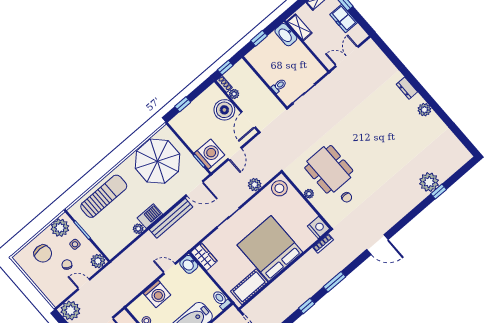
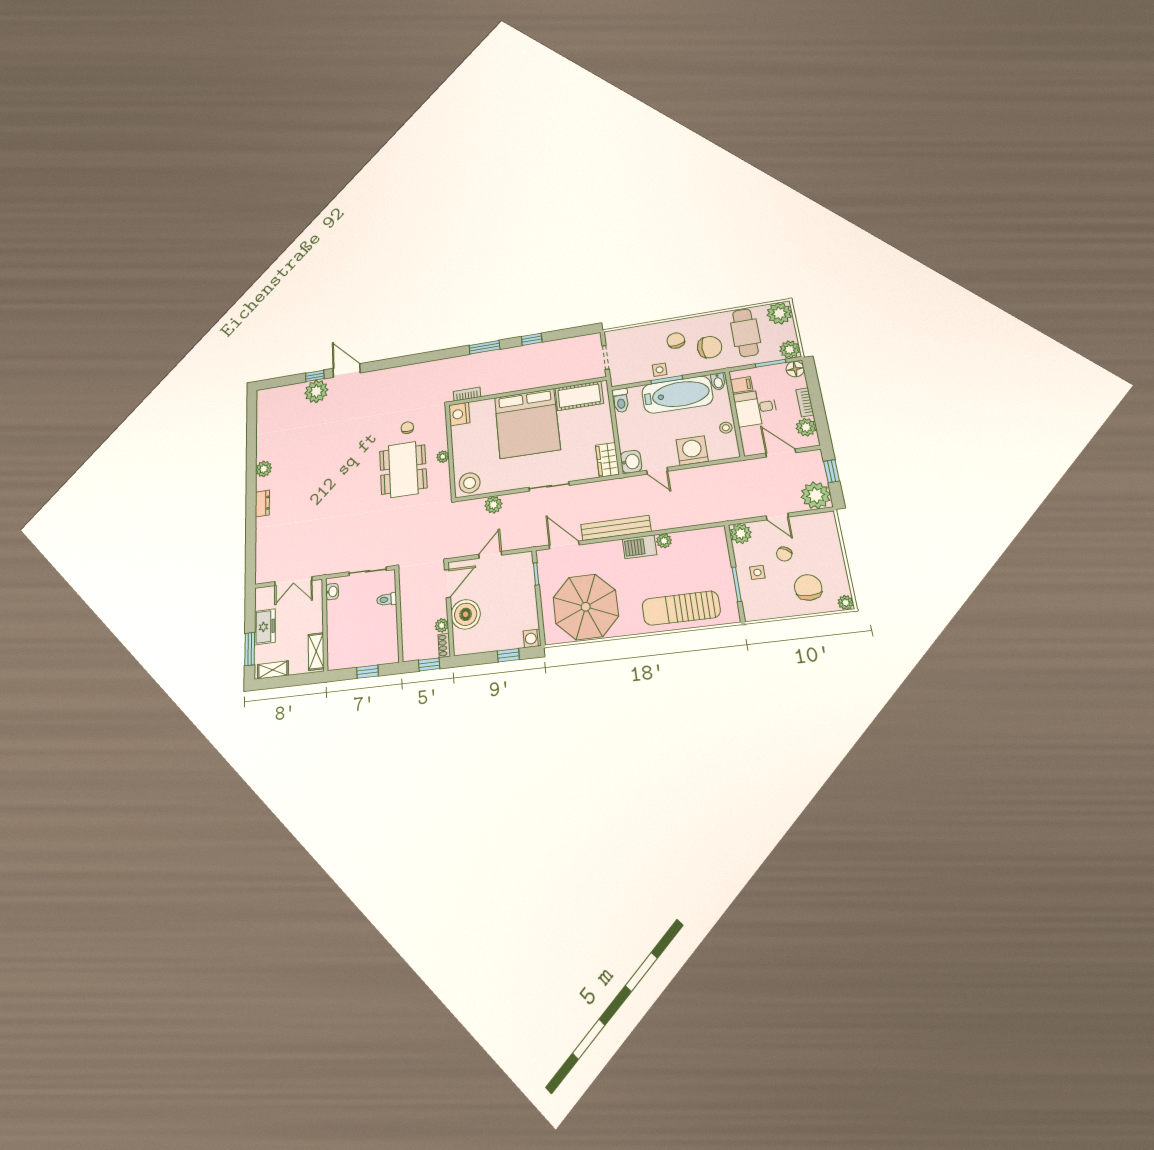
washbasin: (286, 35) -> (332, 592), moved, width x0.52, depth x0.69
washing machine: (210, 154) -> (532, 638), moved, width x0.53, depth x0.53
plant: (60, 228) -> (846, 603), moved, width x0.53, depth x0.53
door: (377, 245) -> (347, 371), moved

